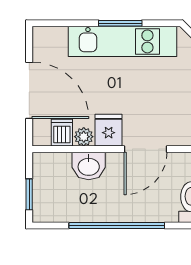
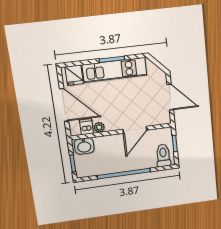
fridge: (109, 130) -> (74, 75), moved, turned 180
washbasin: (89, 166) -> (84, 146), moved

